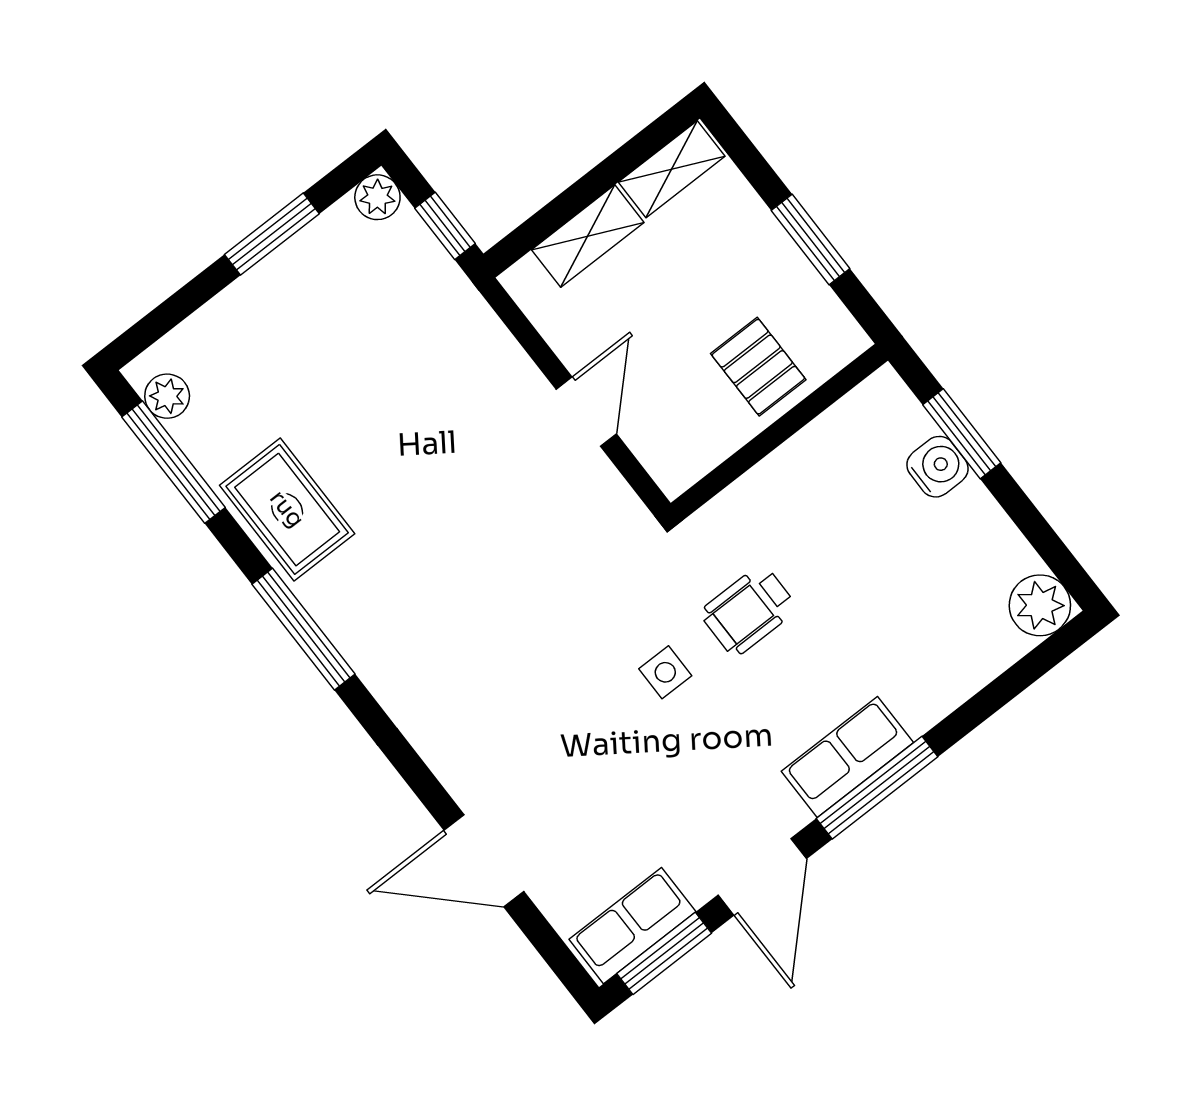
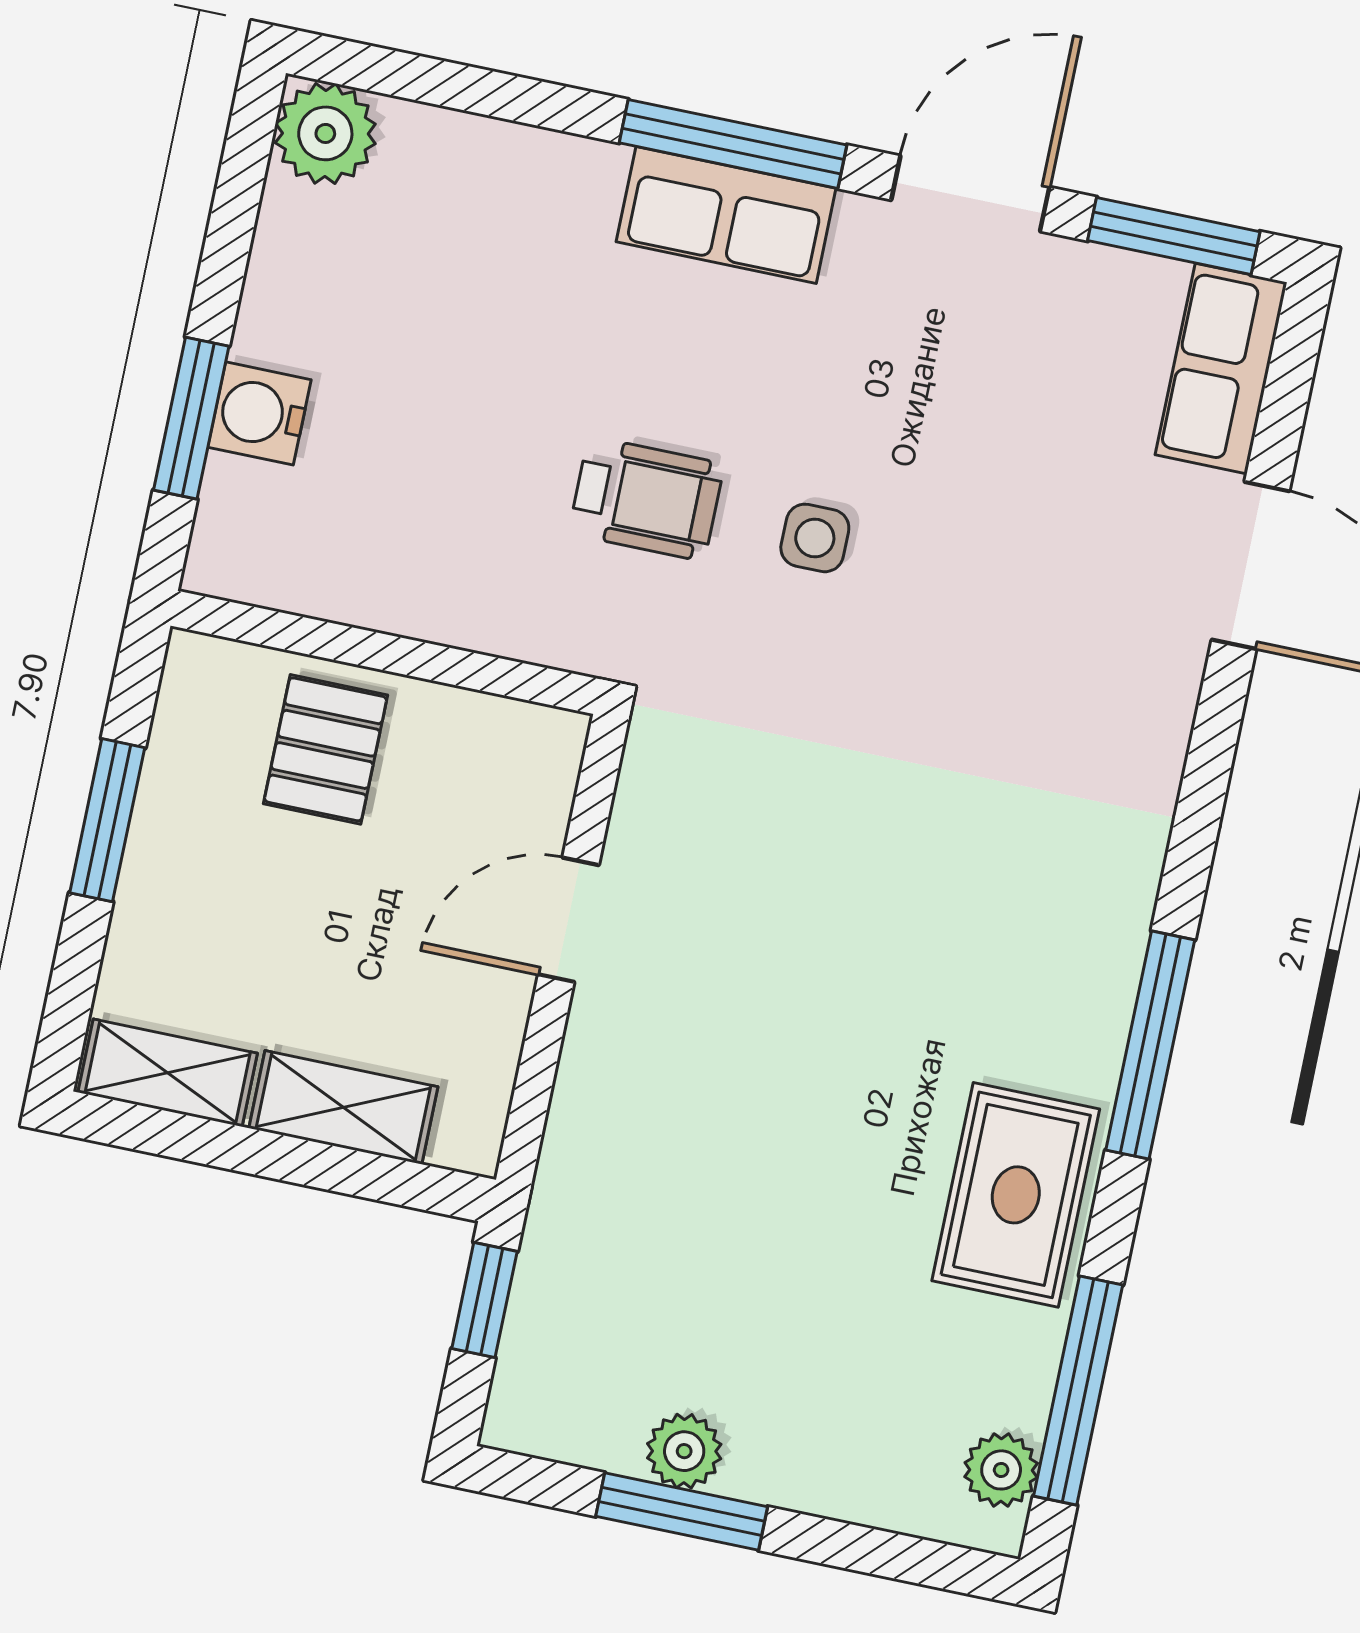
plant: (377, 197) -> (684, 1451), moved
row of seats: (633, 926) -> (1221, 369), moved, turned 90

